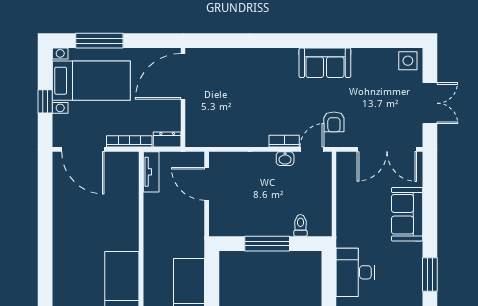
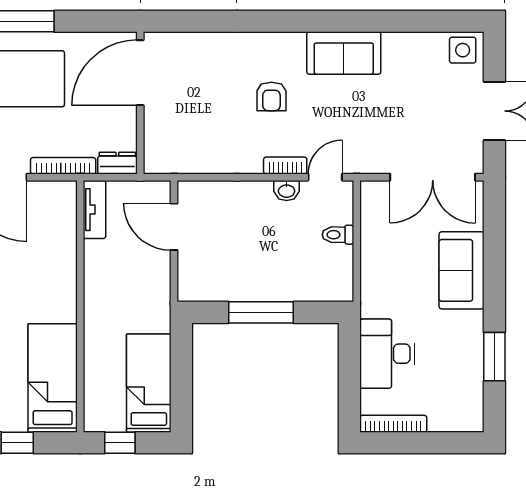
armchair: (334, 122) -> (271, 96), moved
toilet: (300, 225) -> (338, 235), moved, turned -90

